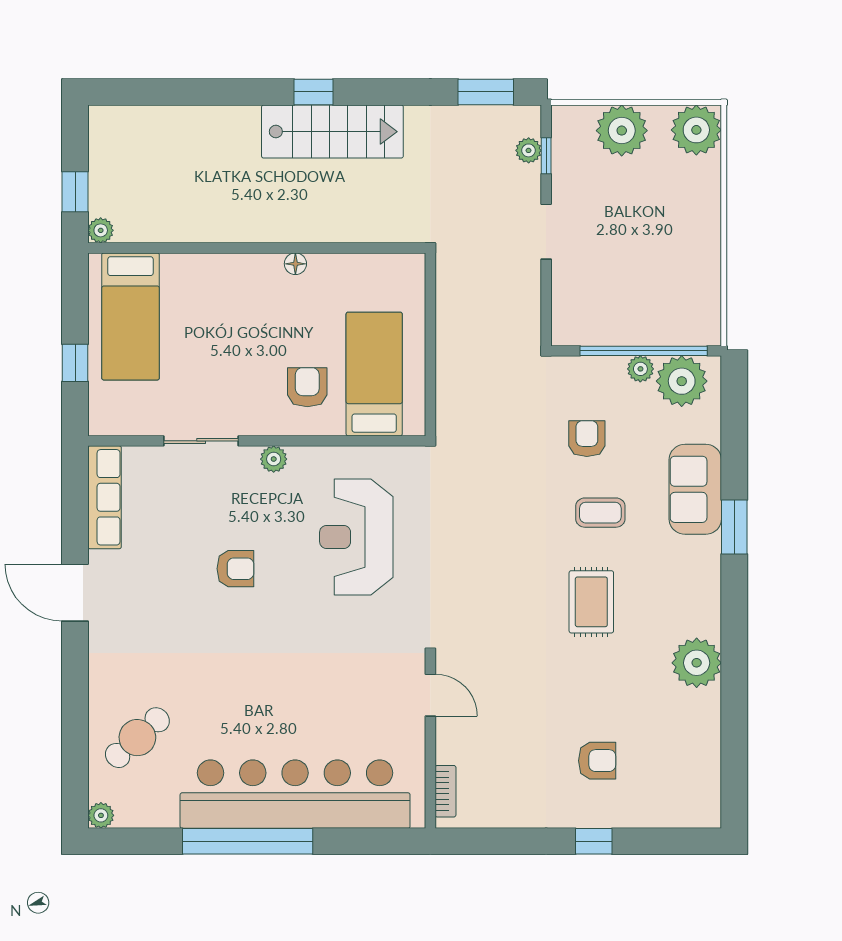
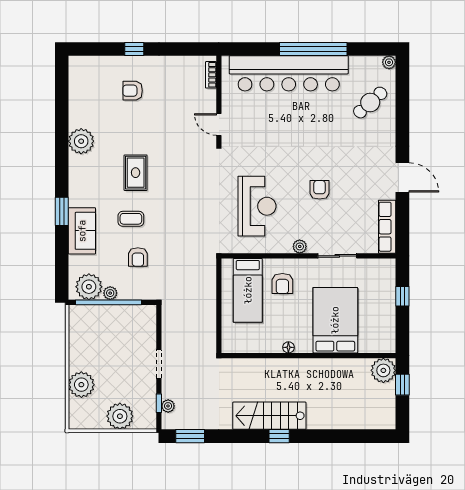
plant: (696, 130) -> (81, 385), moved
plant: (101, 230) -> (383, 370), width x1.87, depth x1.87
bed: (131, 316) -> (335, 320), moved, width x1.50
armchair: (235, 569) -> (320, 190), turned 90

